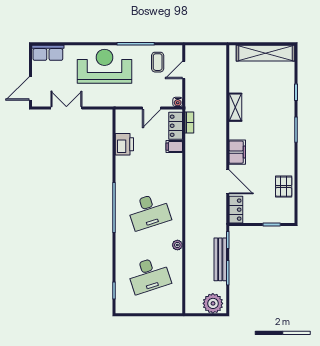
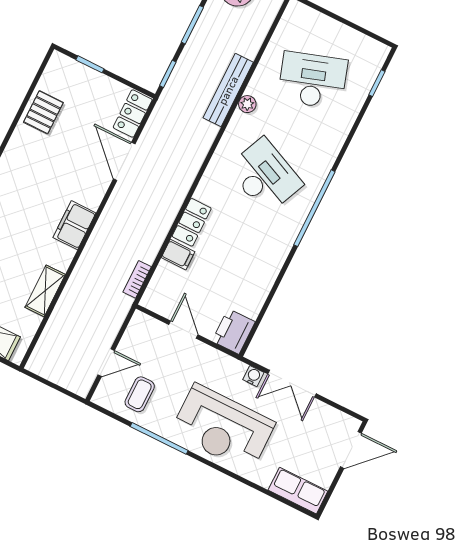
water cooler: (178, 102) -> (253, 376), moved
shelving: (235, 107) -> (45, 291), moved
double door: (66, 108) -> (292, 384), moved
door: (152, 108) -> (183, 330), hinge flipped
locker: (176, 126) -> (192, 222), moved
printer: (124, 144) -> (233, 331), moved
filing cabinet: (237, 152) -> (74, 225), moved
desk: (149, 211) -> (265, 176), turned 42
bench: (220, 259) -> (228, 90), moved

